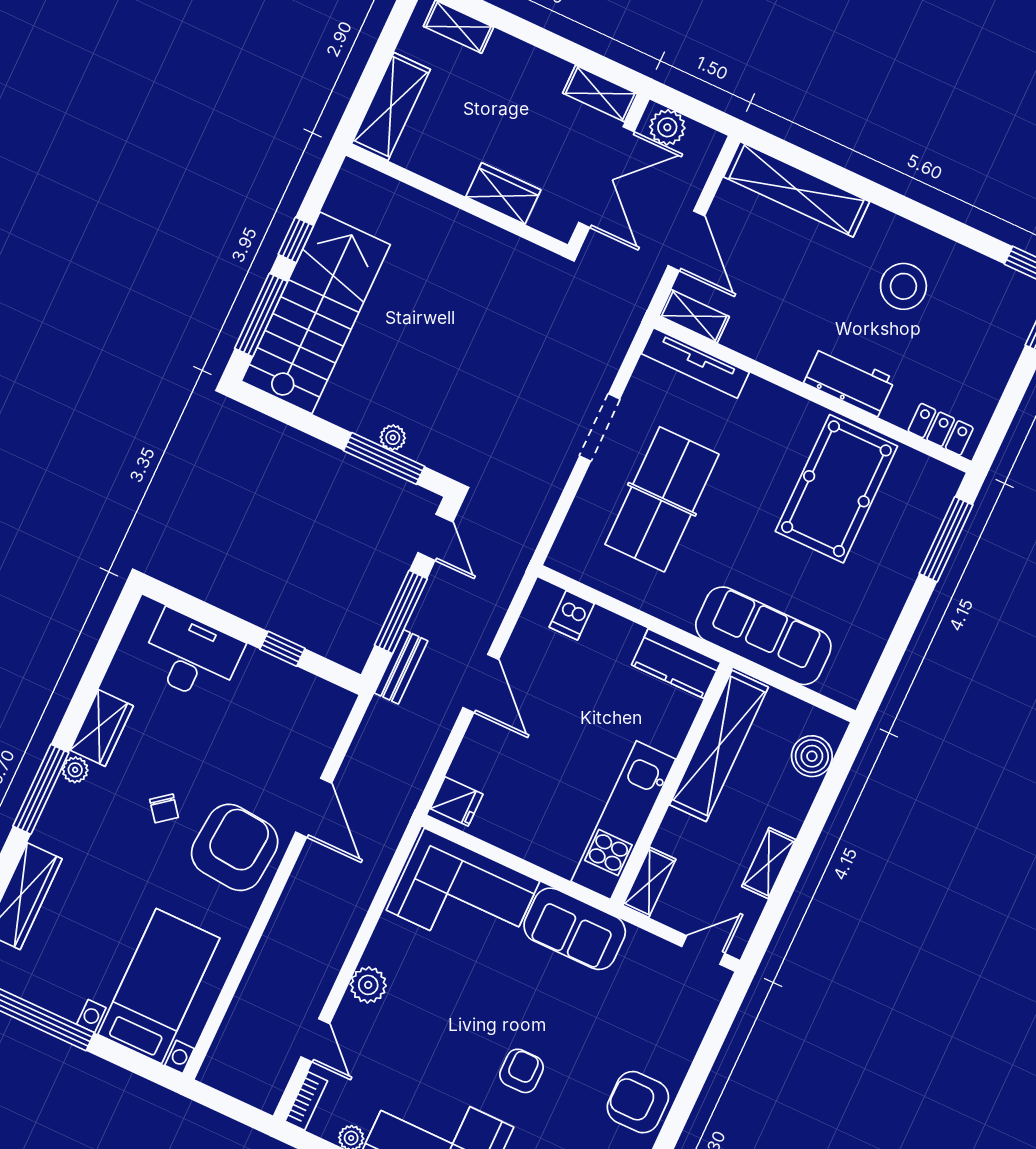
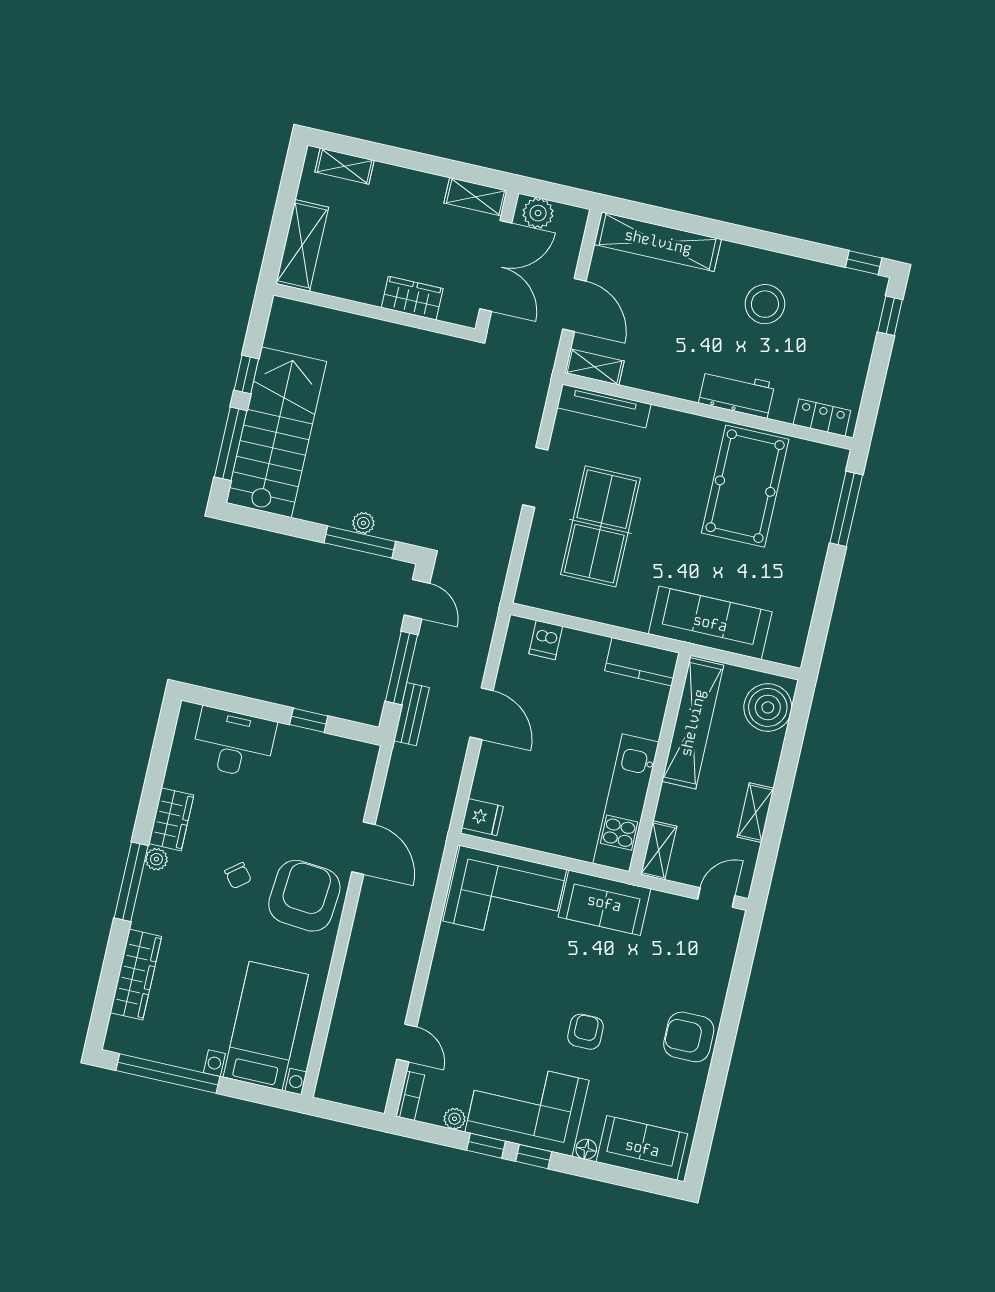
boiler: (812, 756) -> (768, 707), width x1.37, depth x1.37
plant: (368, 985) -> (441, 987), removed

